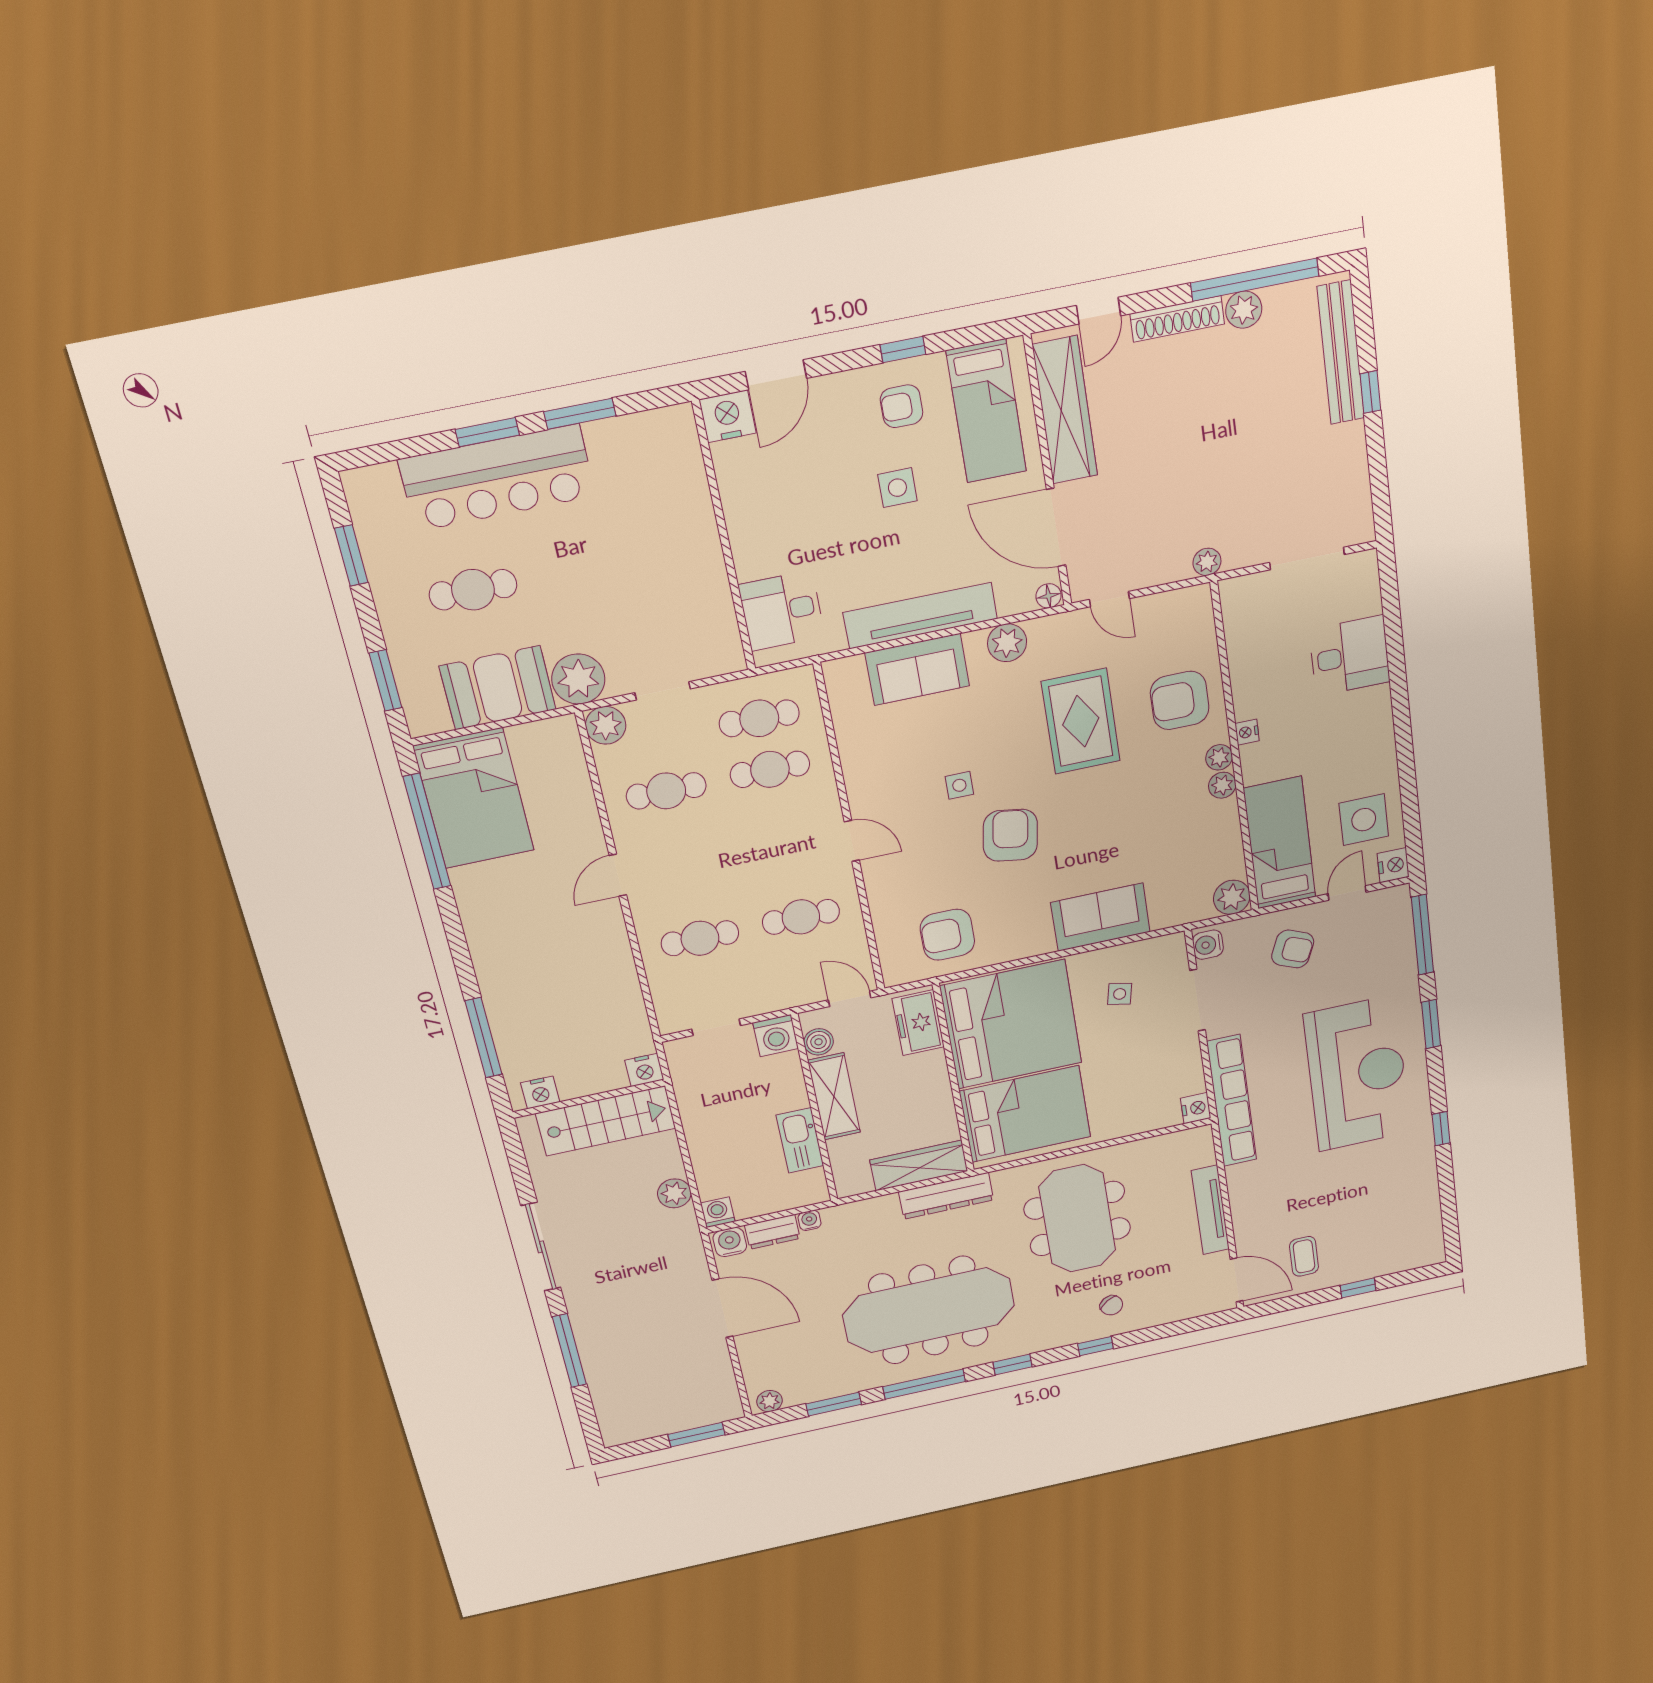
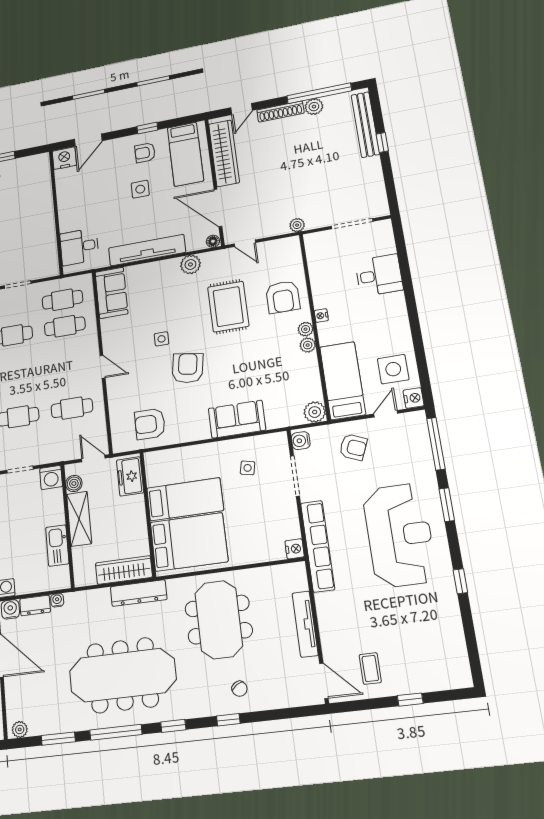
sofa: (917, 669) -> (111, 293), moved, turned -90
armchair: (1180, 700) -> (283, 297), turned -90
bed: (1011, 1024) -> (185, 499), width x0.49

